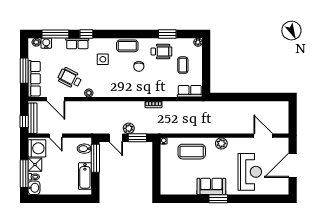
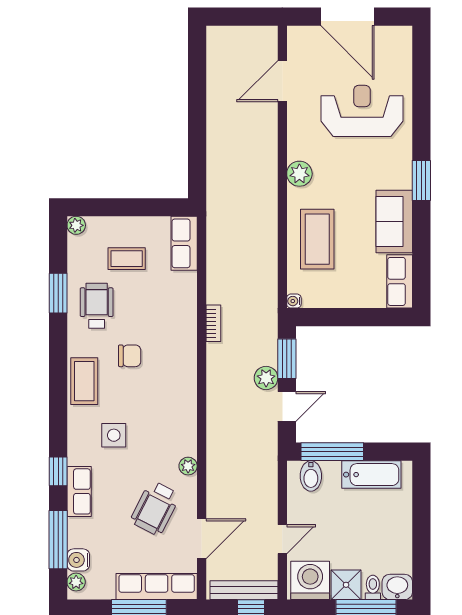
sofa: (211, 186) -> (394, 221), moved
row of seats: (173, 189) -> (400, 281), added

